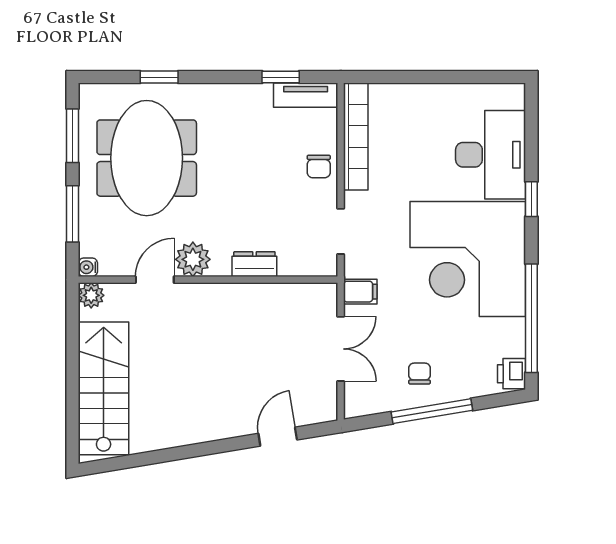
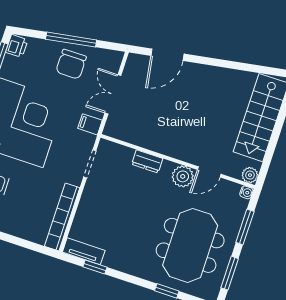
chair: (319, 166) -> (90, 207), removed
chair: (420, 374) -> (71, 64), width x1.87, depth x1.87
door: (278, 437) -> (167, 55), width x1.38

